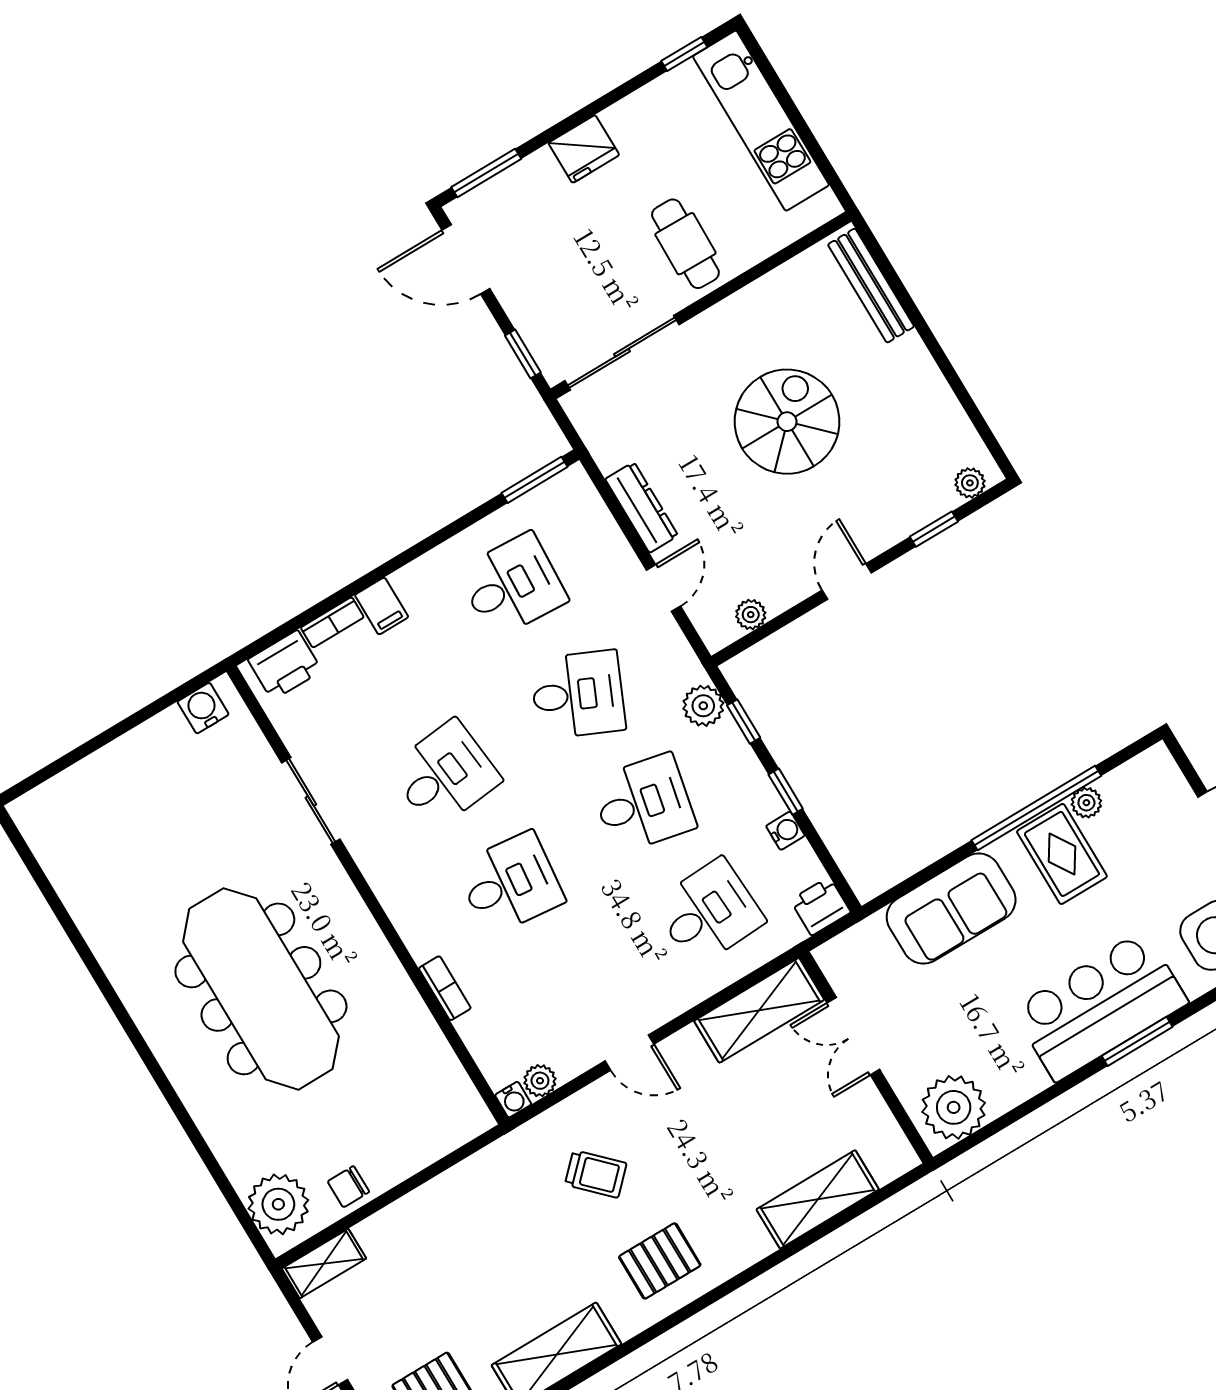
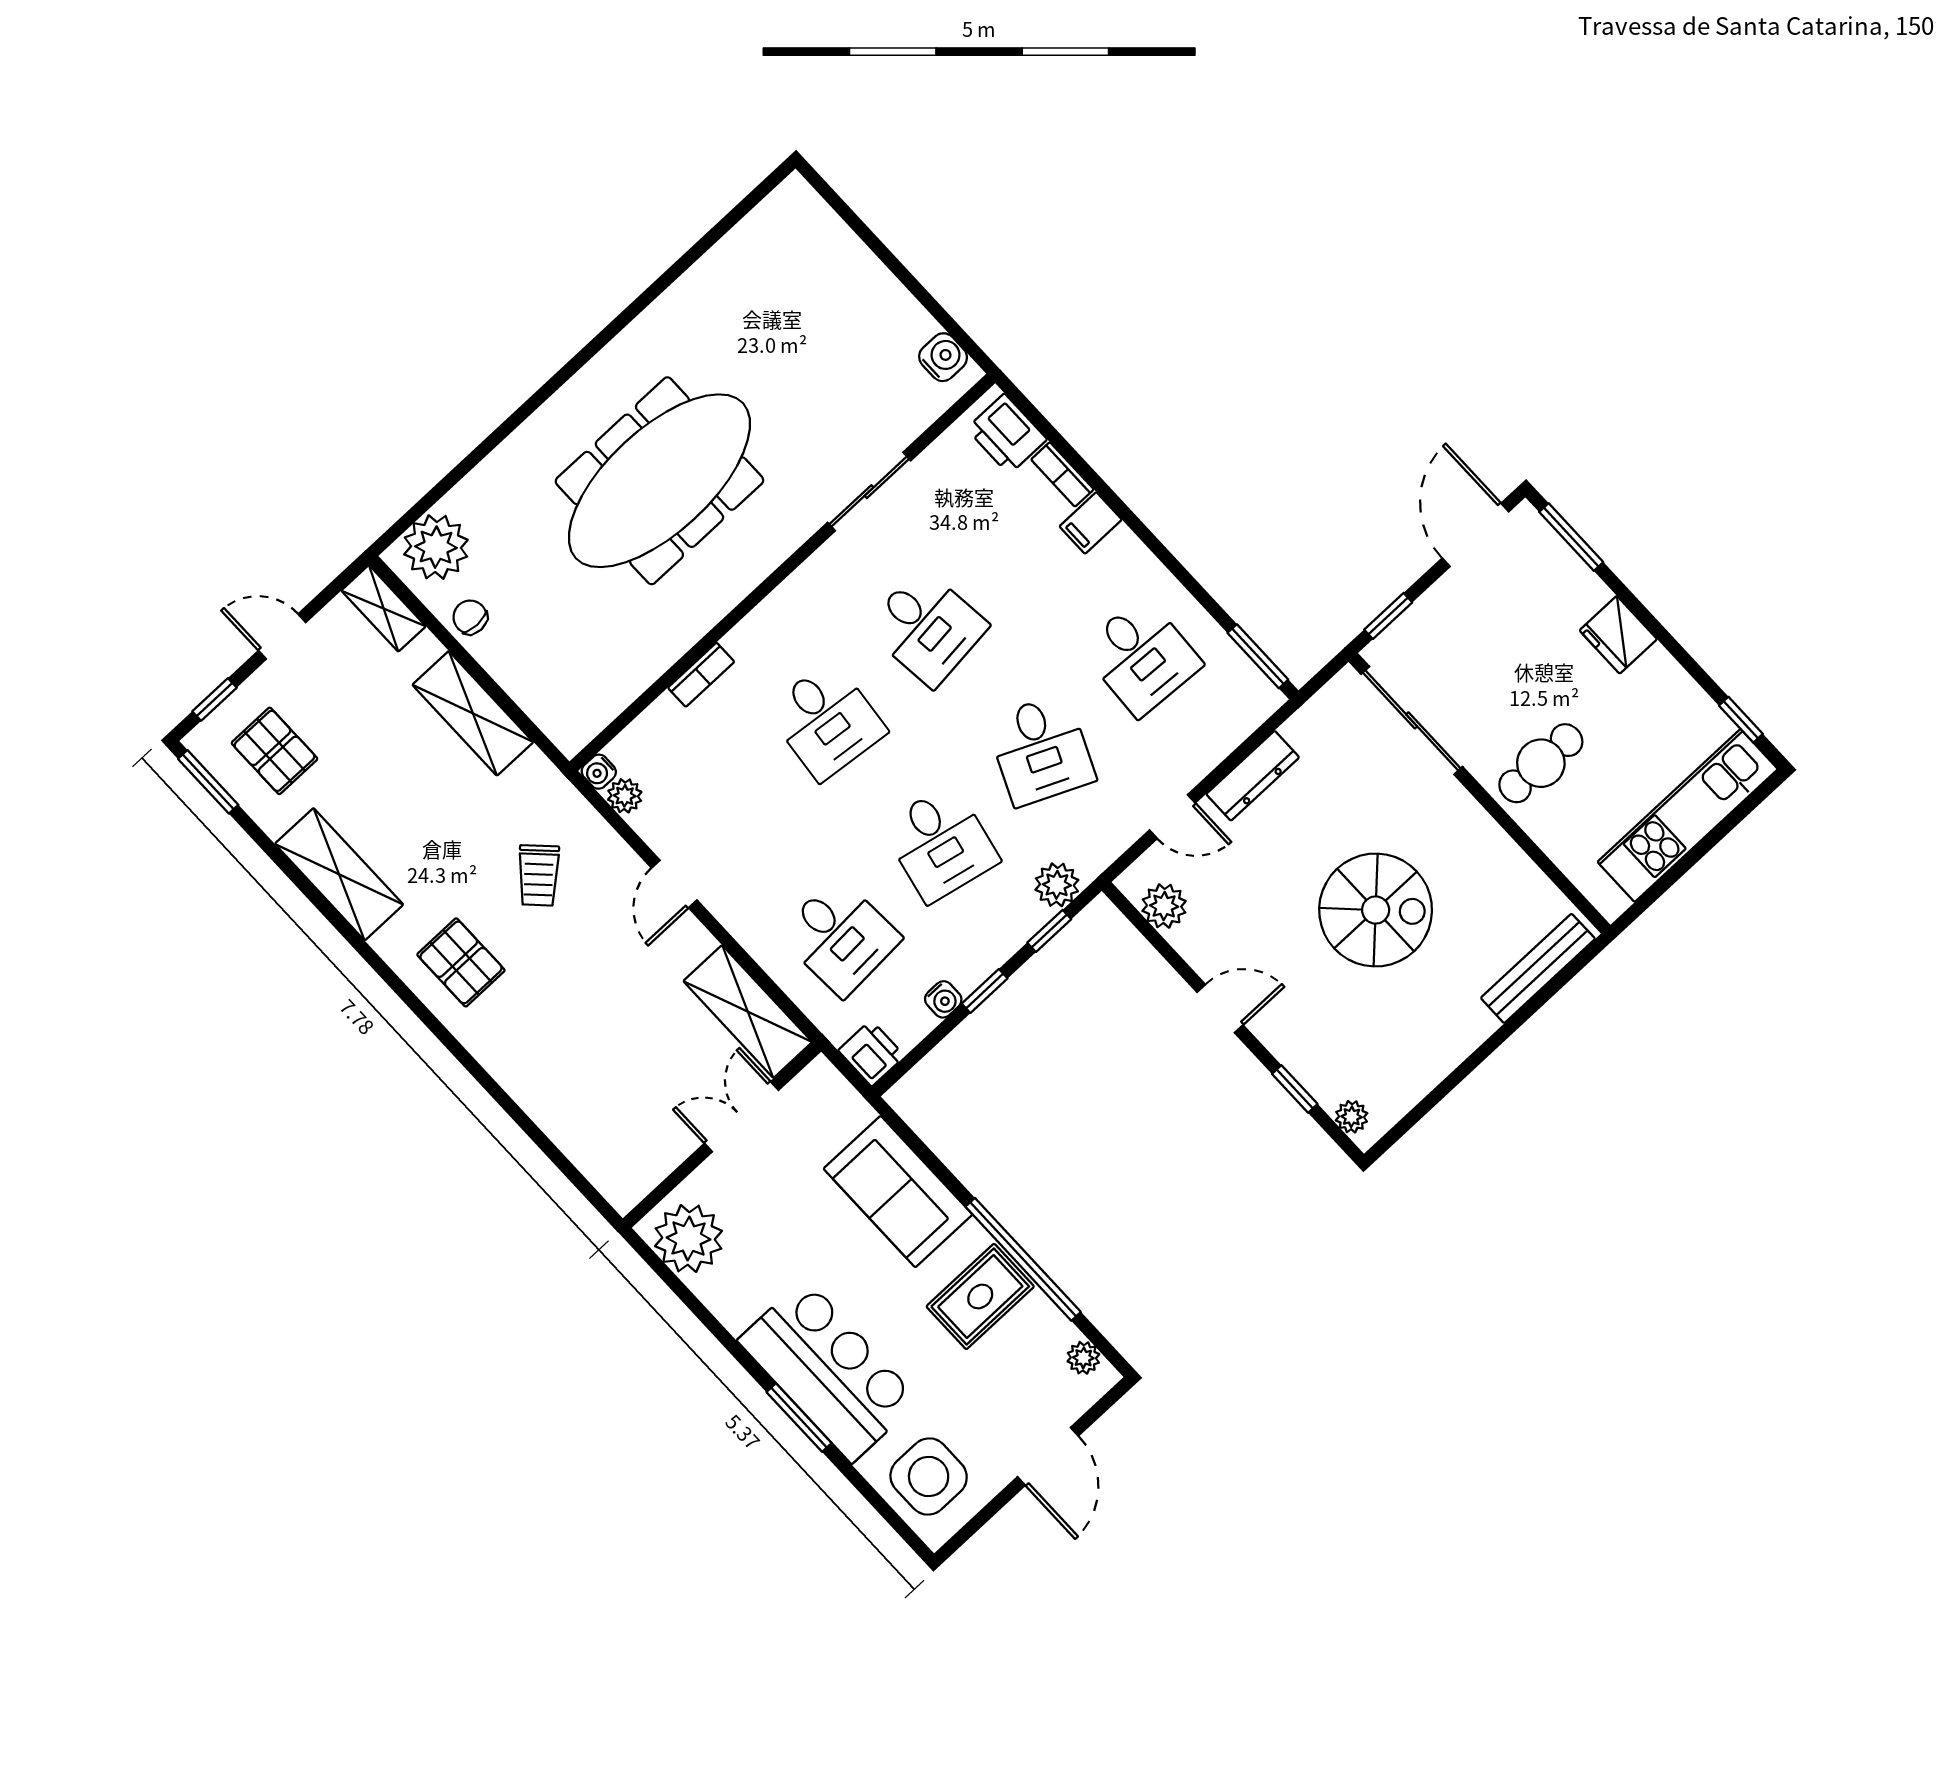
plant: (751, 615) -> (1164, 906), width x1.38, depth x1.38
plant: (1086, 803) -> (1083, 1358), moved
shelving: (818, 1199) -> (473, 713), moved

